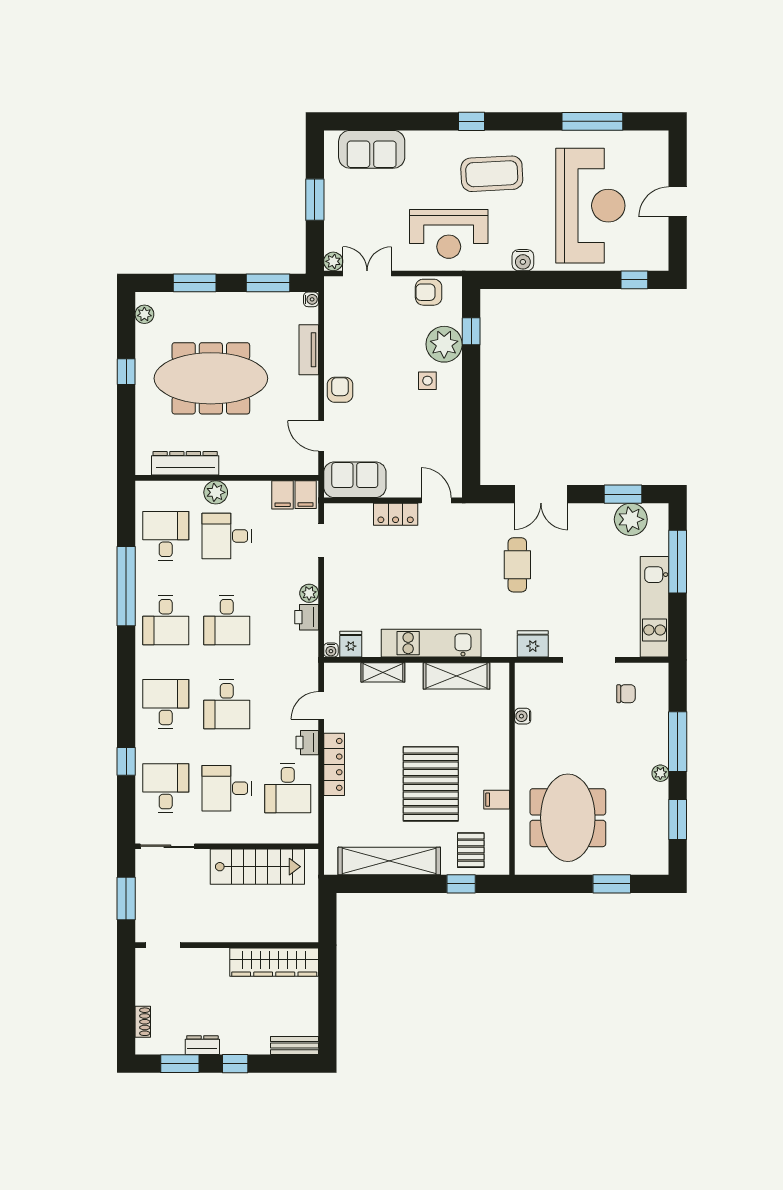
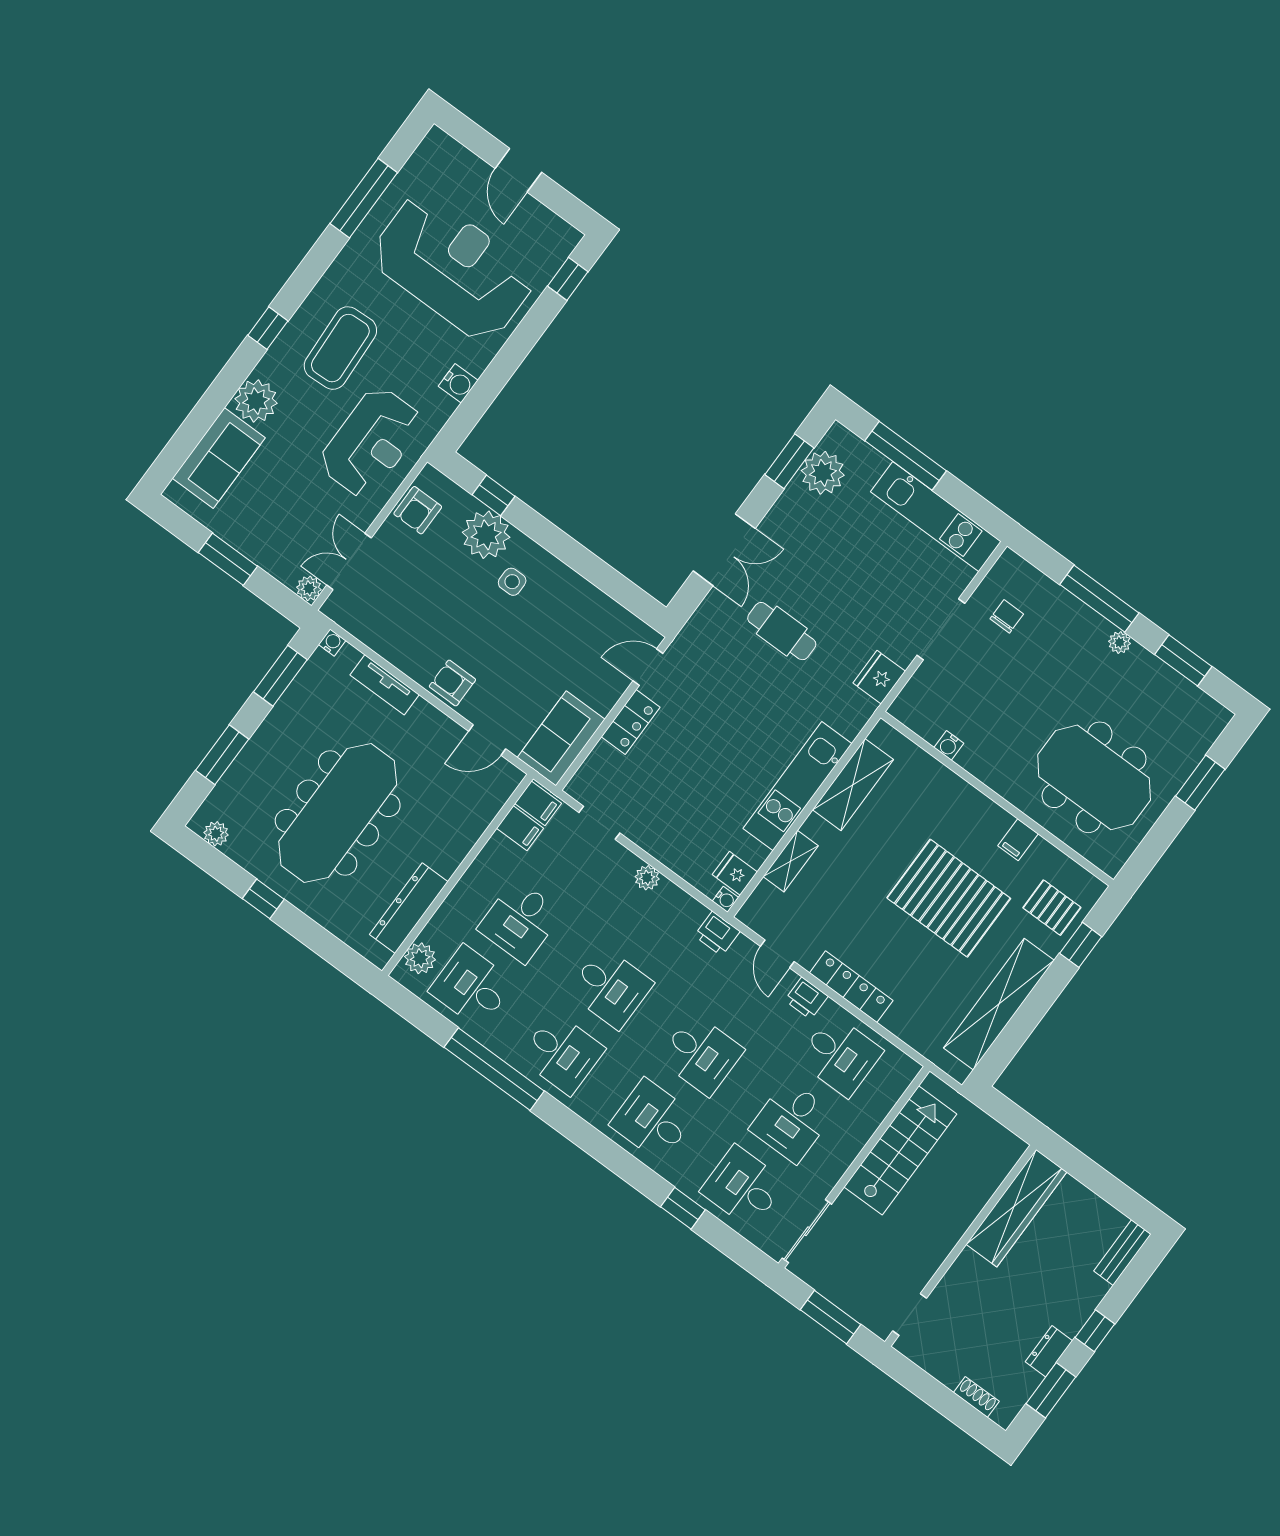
plant: (423, 146) -> (256, 401), added
plant: (216, 492) -> (420, 958), moved
printer: (307, 617) -> (717, 934), moved

